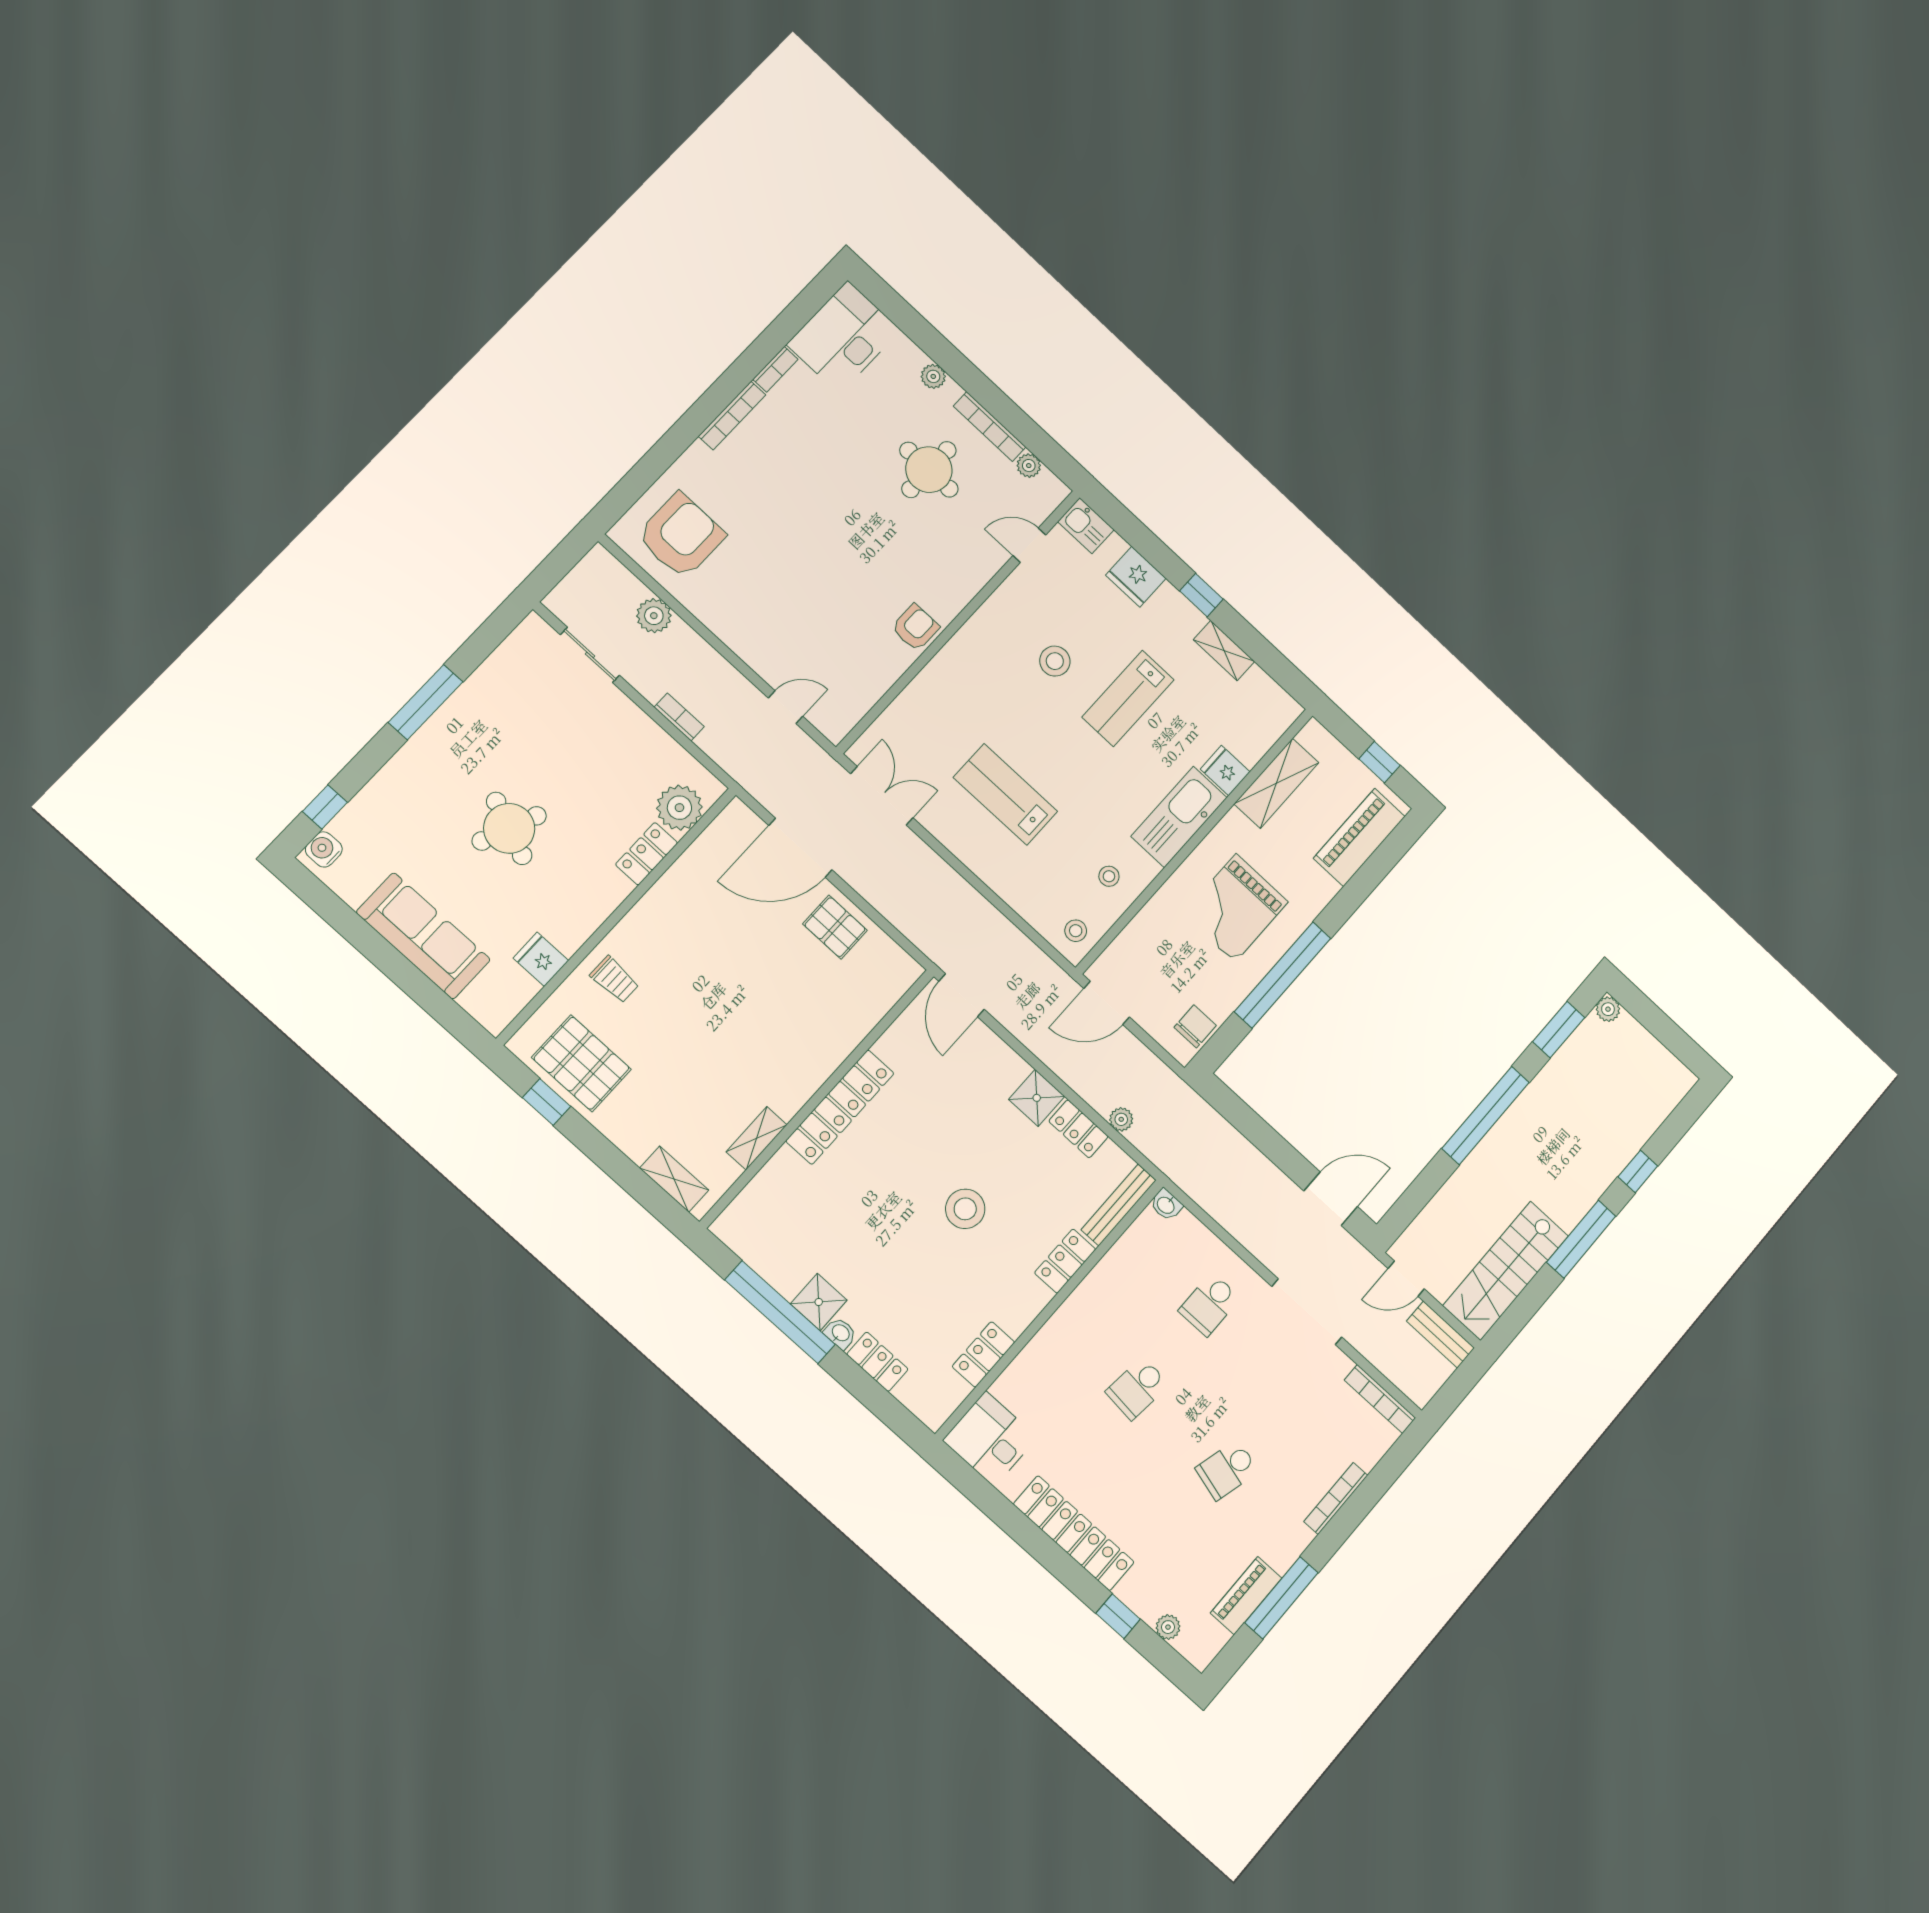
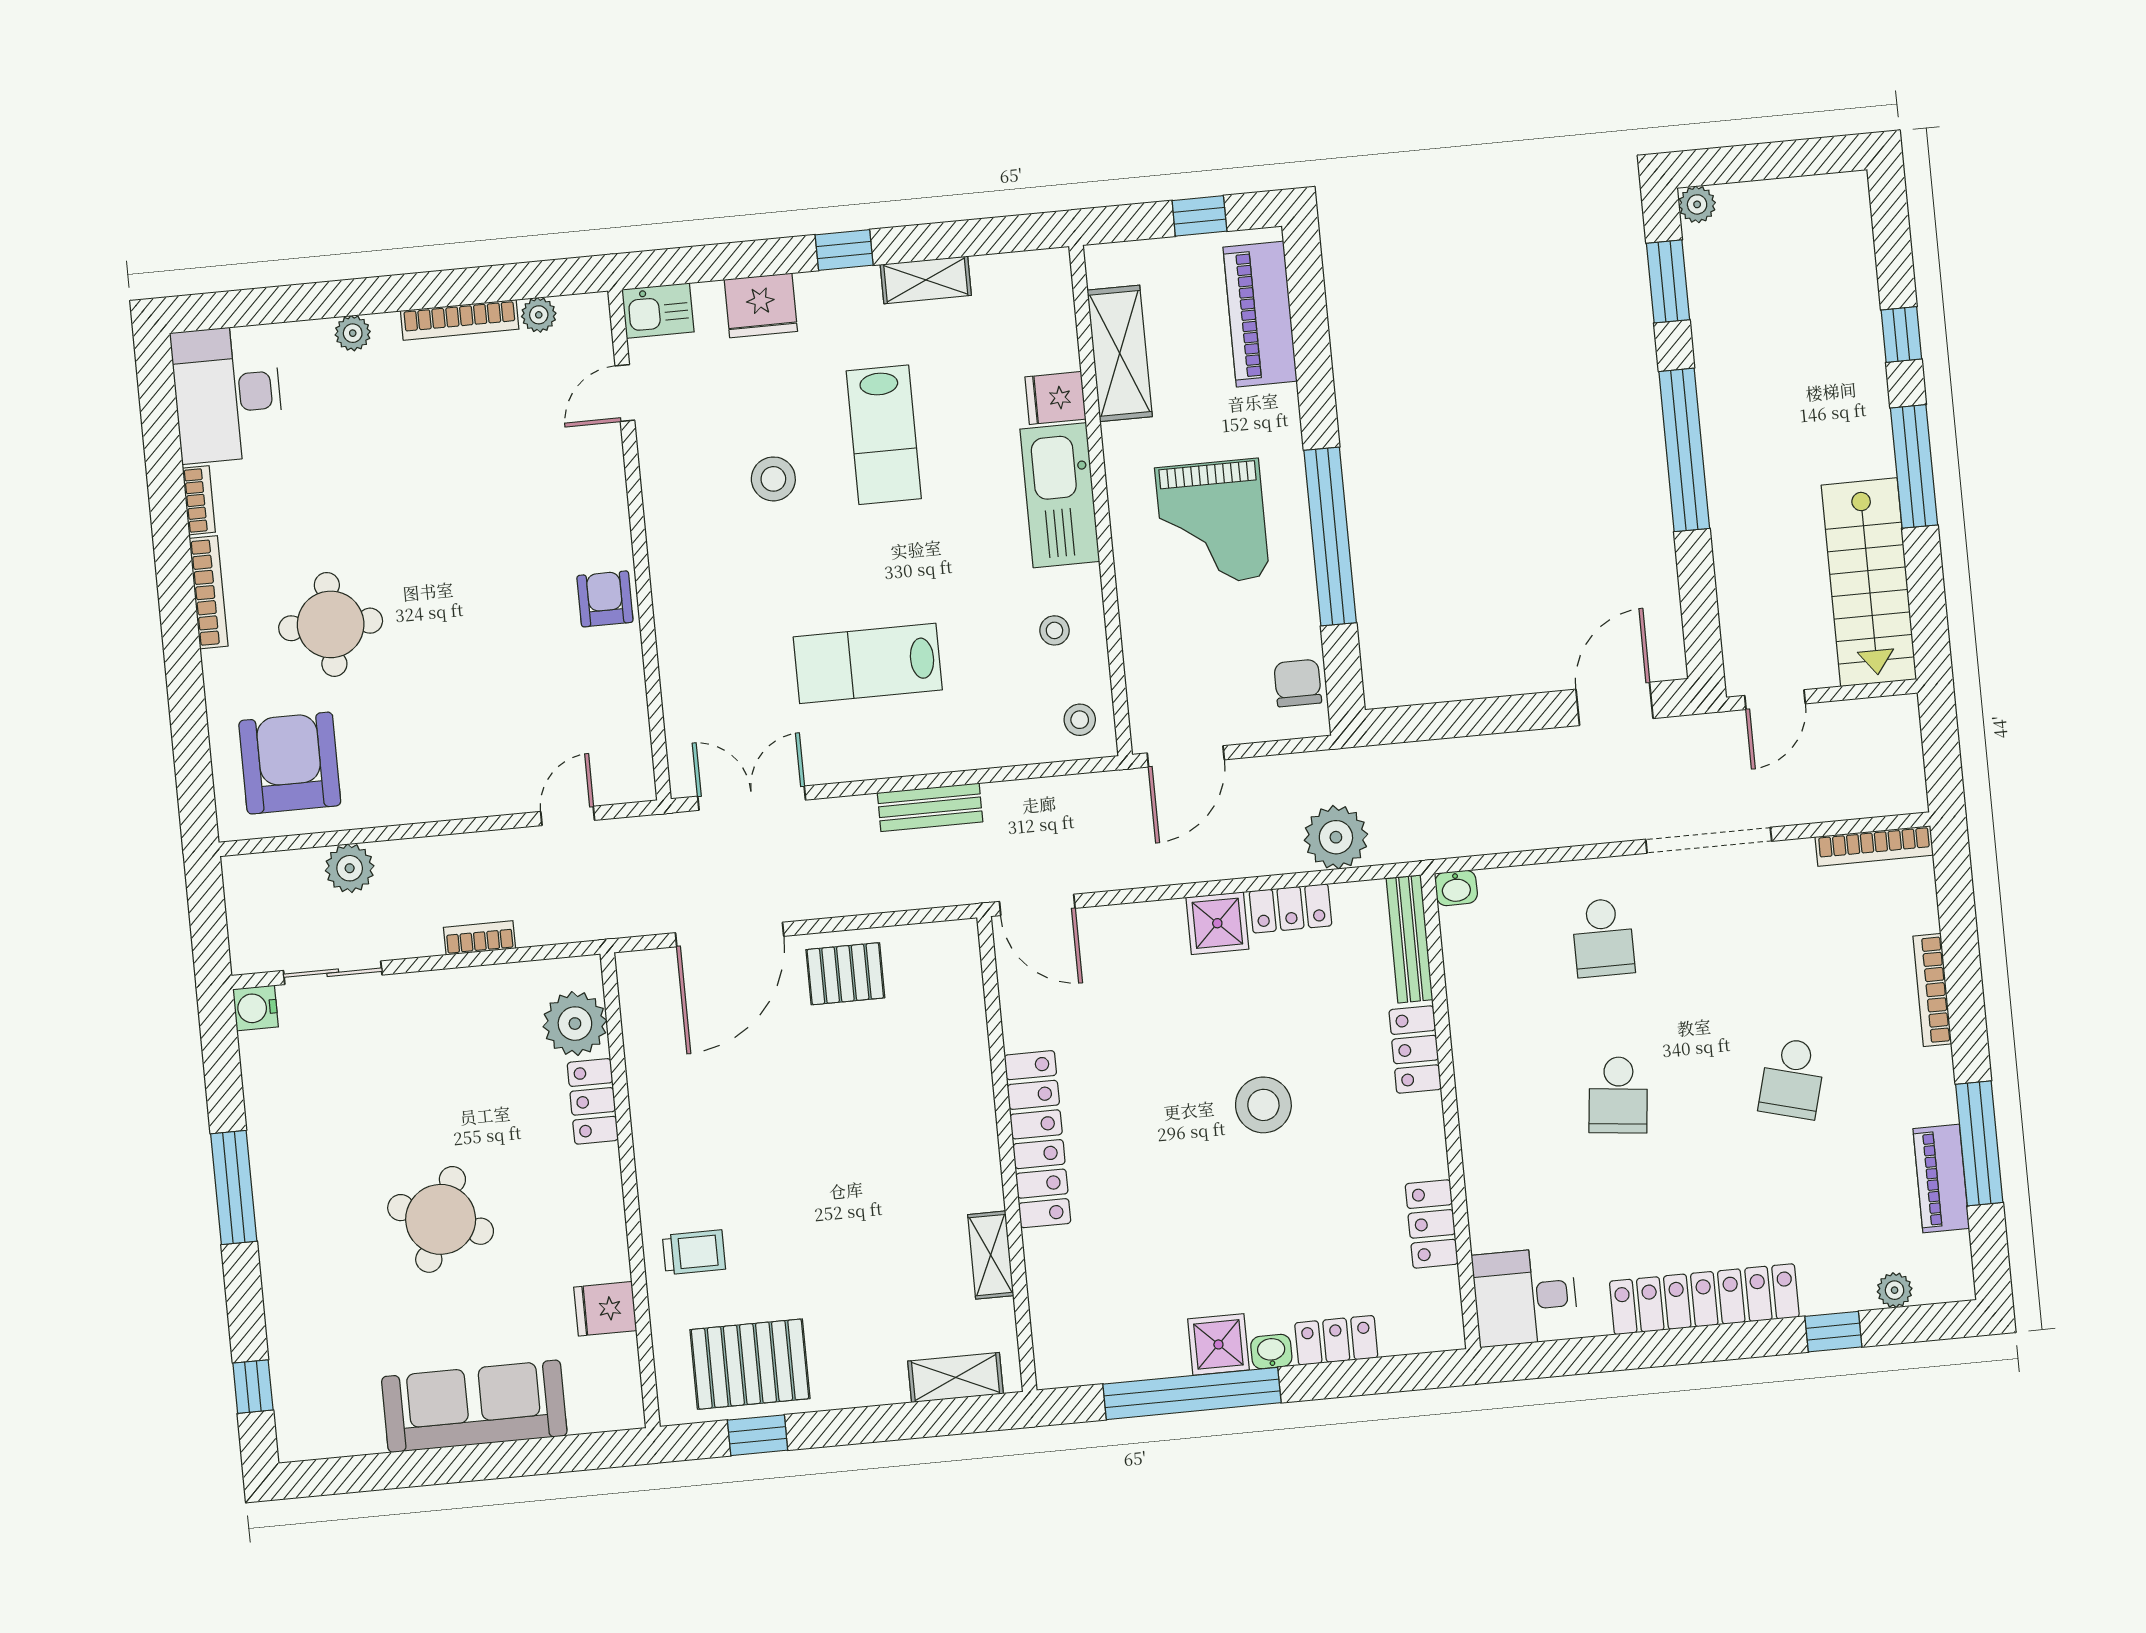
round table: (929, 470) -> (331, 624), moved
water cooler: (324, 849) -> (255, 1008), moved
plant: (1121, 1119) -> (1336, 837), width x1.88, depth x1.88
bench: (1441, 1335) -> (930, 807), moved

